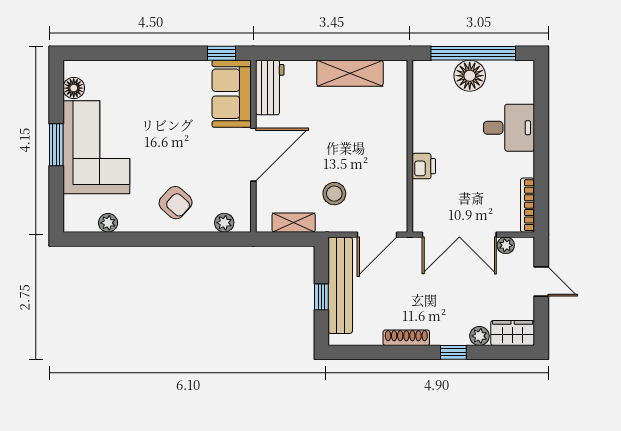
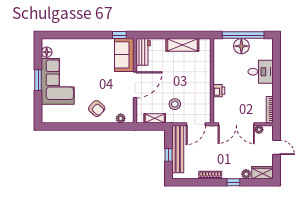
plant: (108, 223) -> (64, 118), removed

